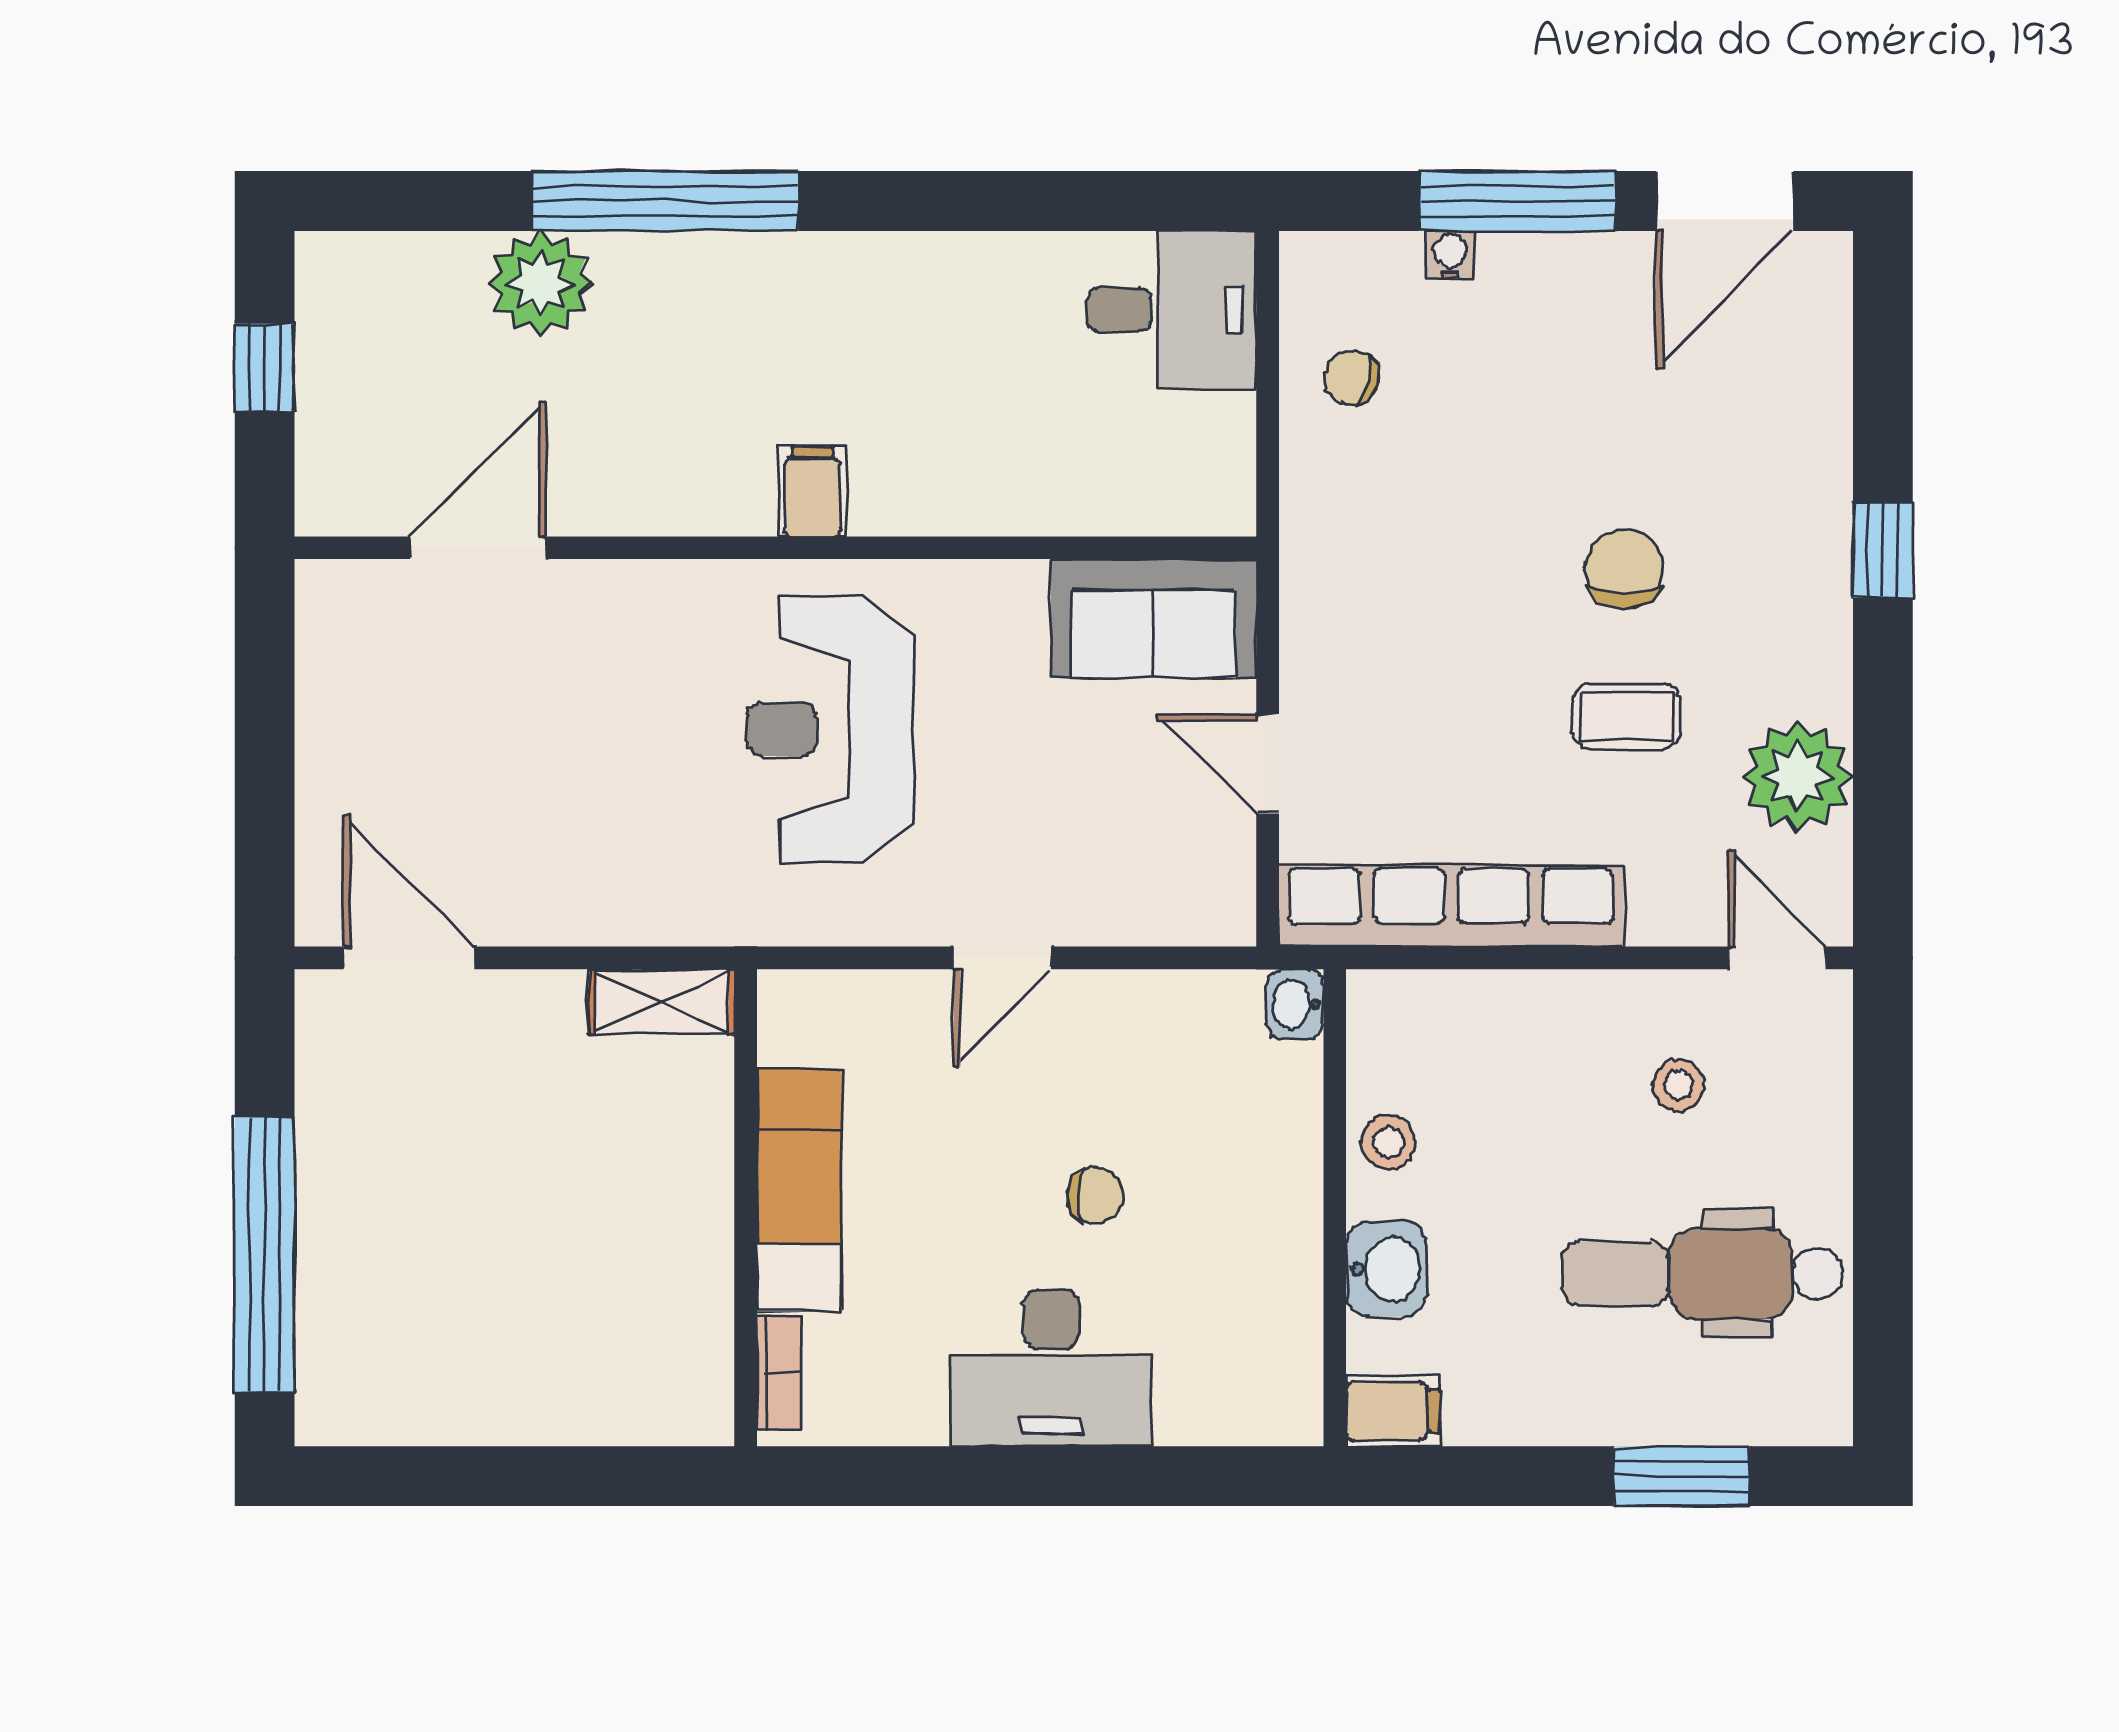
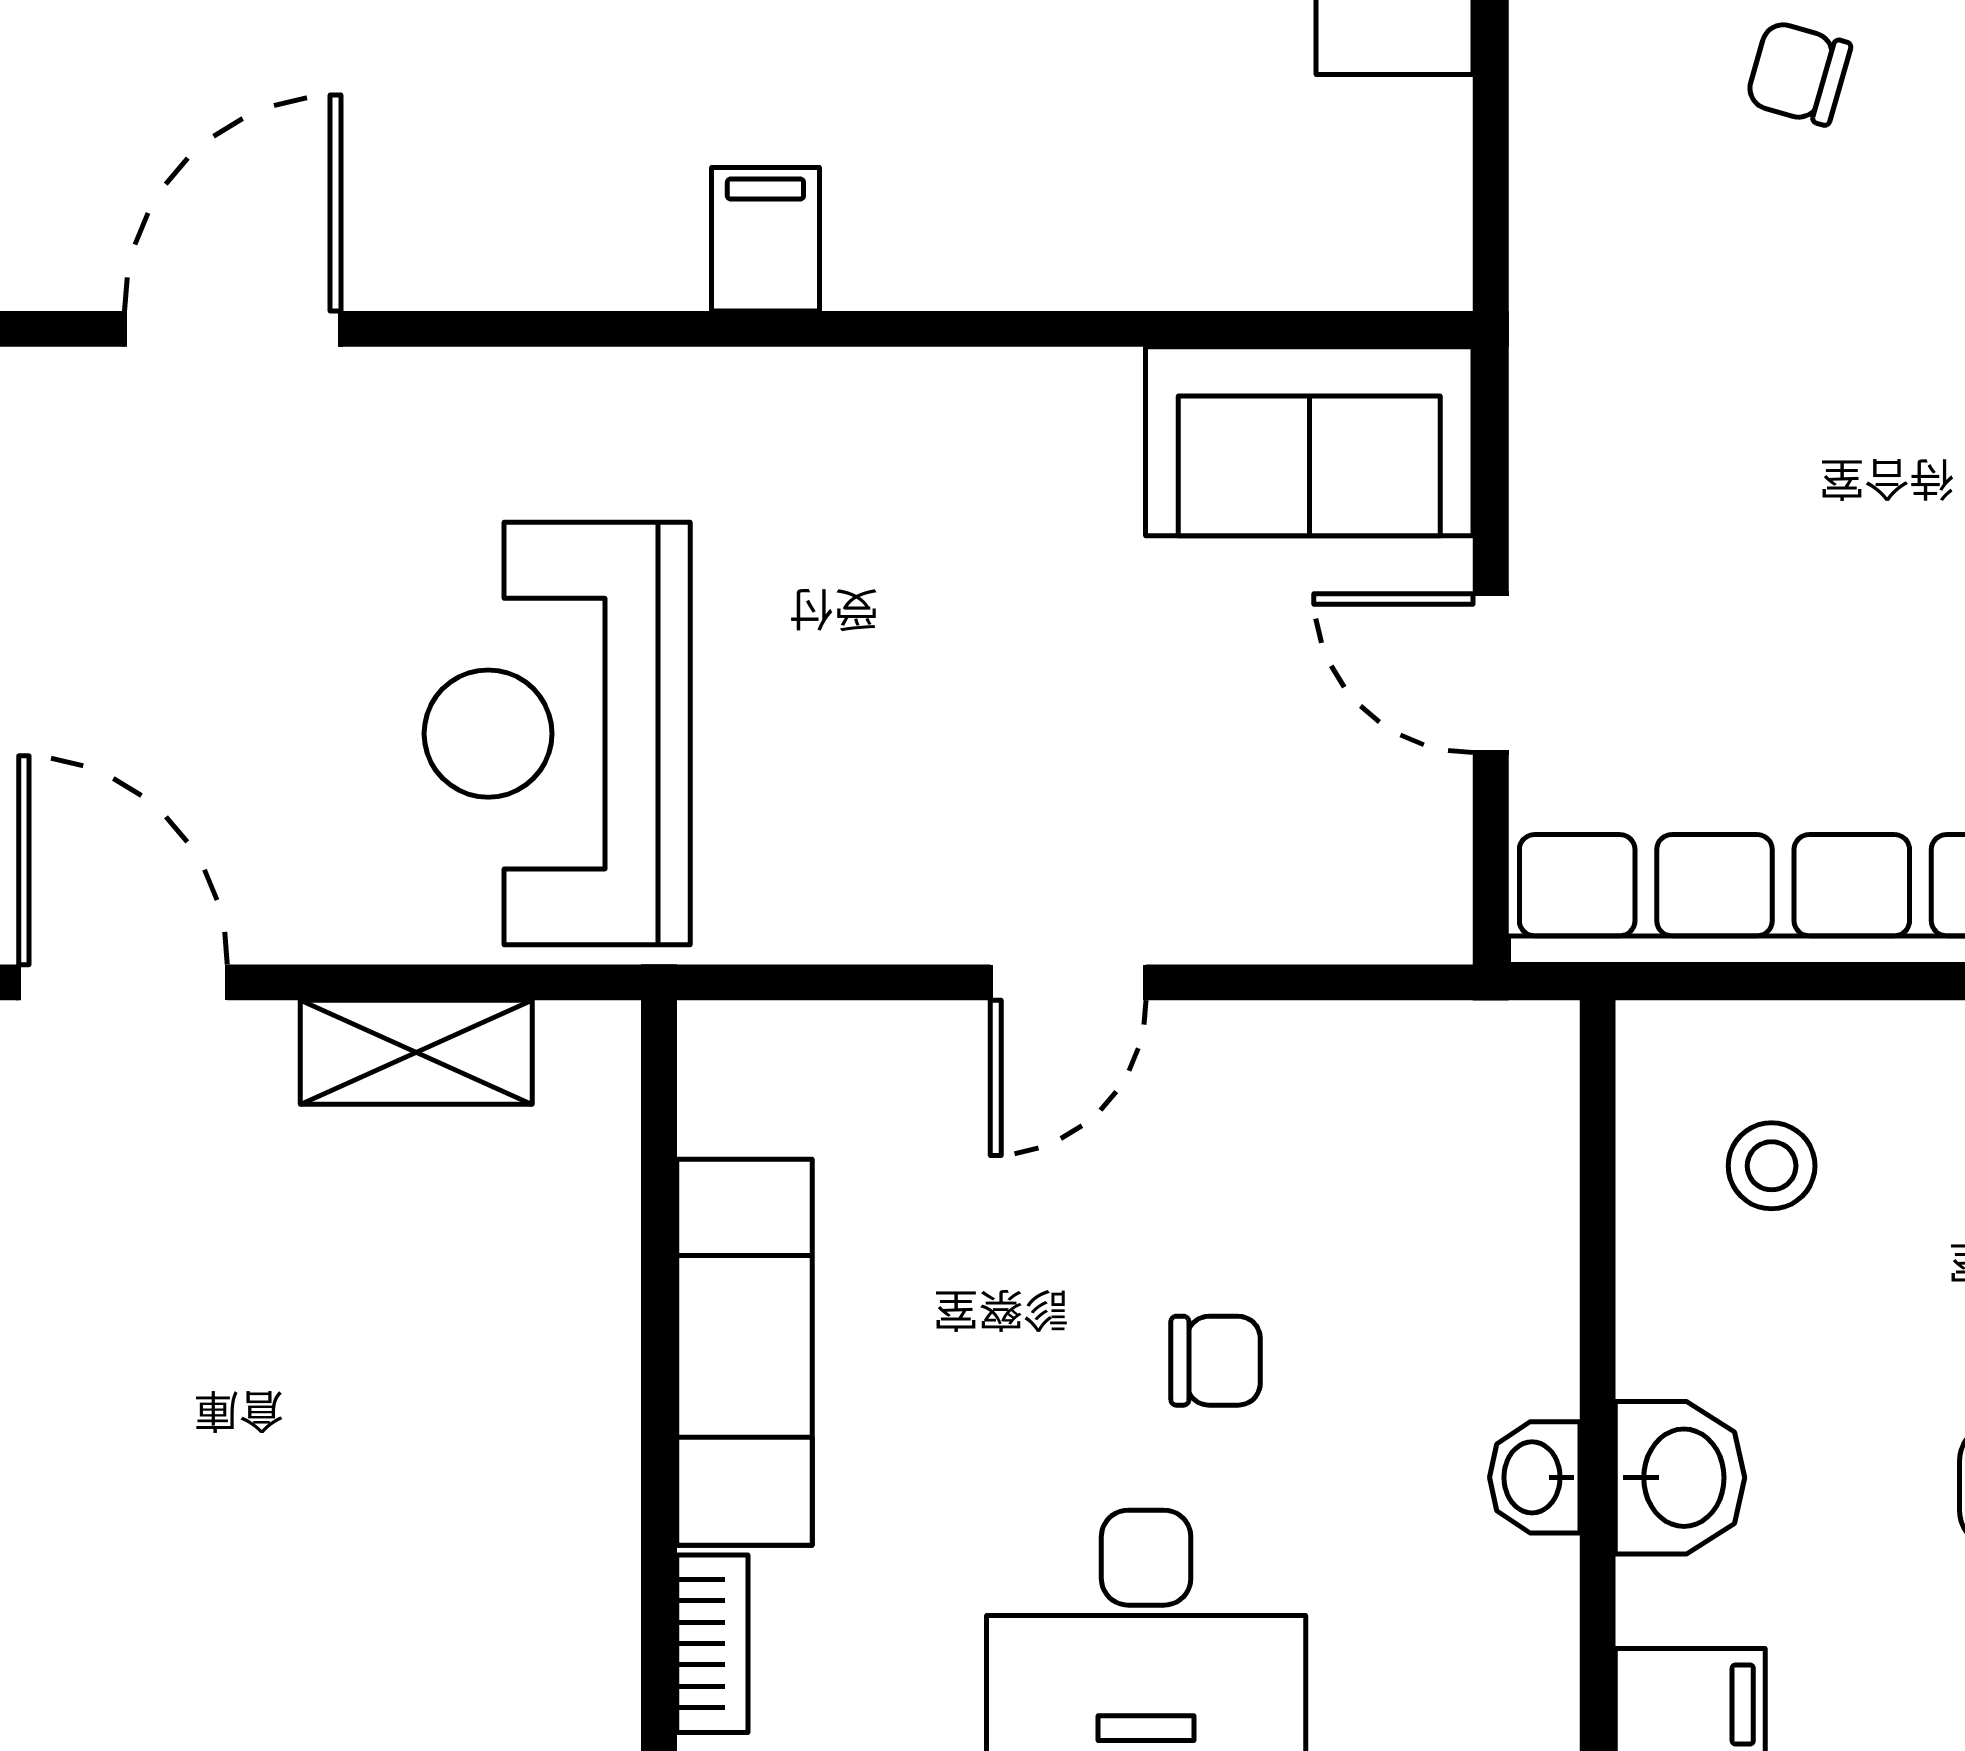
chair: (1352, 378) -> (1798, 73), moved
reception desk: (830, 729) -> (557, 734), moved
shelving: (662, 1002) -> (416, 1052), moved
washbasin: (1295, 1004) -> (1535, 1477), moved
stool: (1388, 1142) -> (1772, 1166), moved

